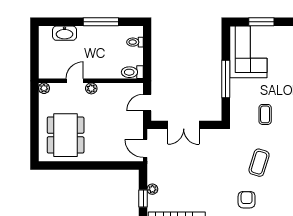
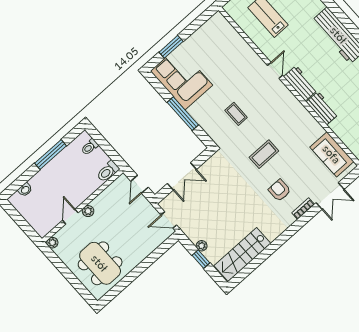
washbasin: (65, 33) -> (25, 190), width x0.52, depth x0.69
coffee table: (259, 163) -> (264, 154), turned 73

